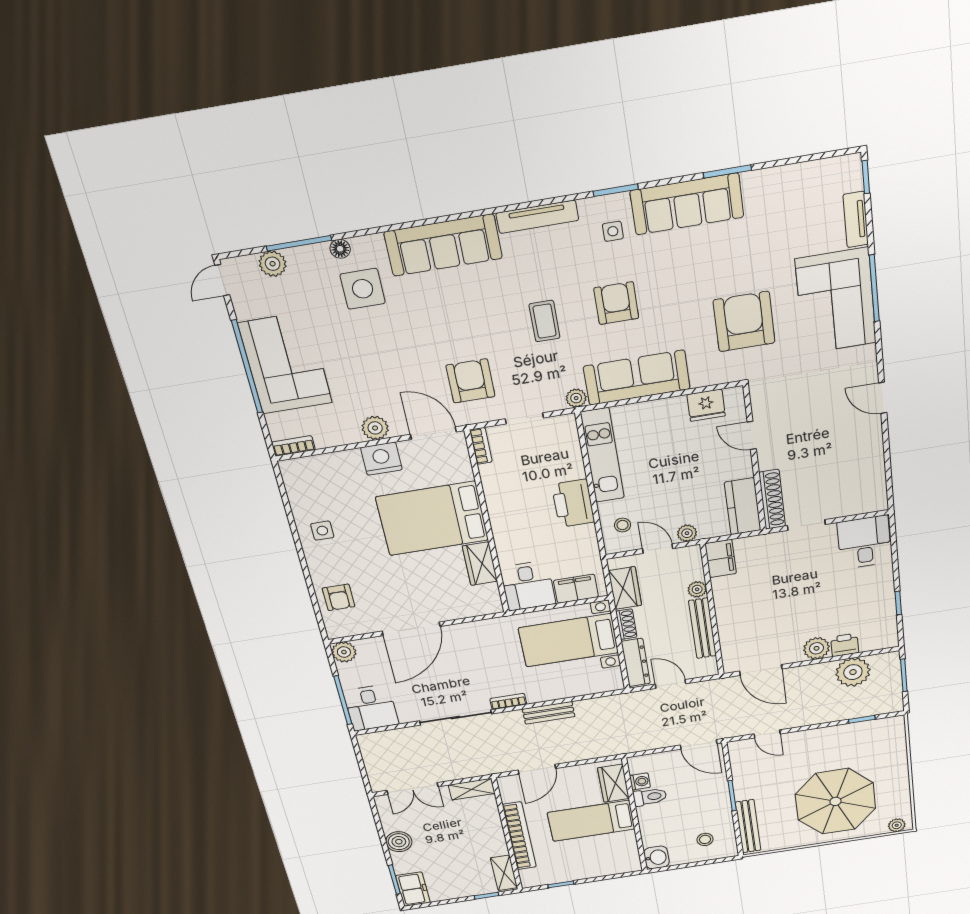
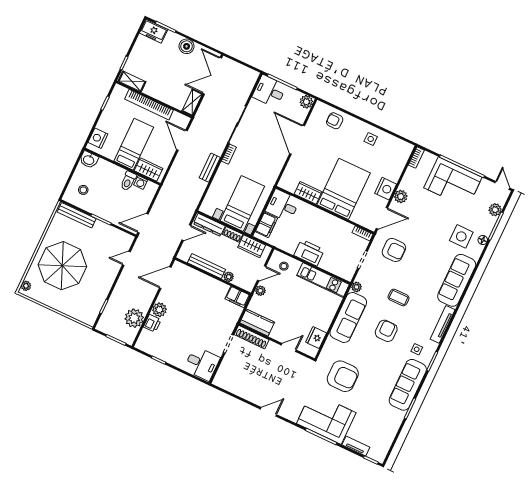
armchair: (616, 303) -> (386, 331), turned -90
double door: (413, 789) -> (212, 76), width x1.37
nightstand: (617, 865) -> (98, 138), added

